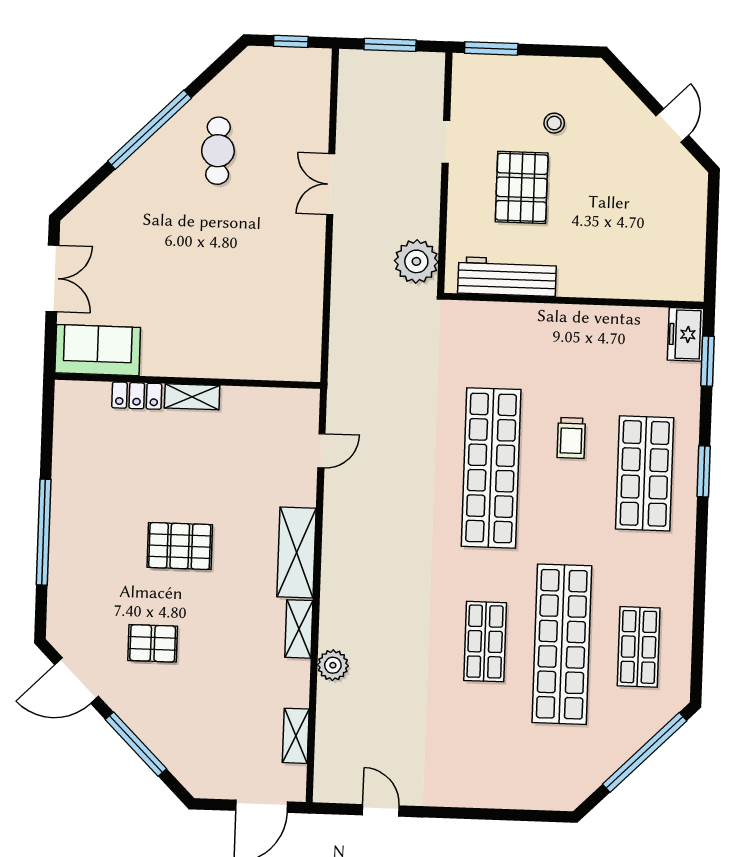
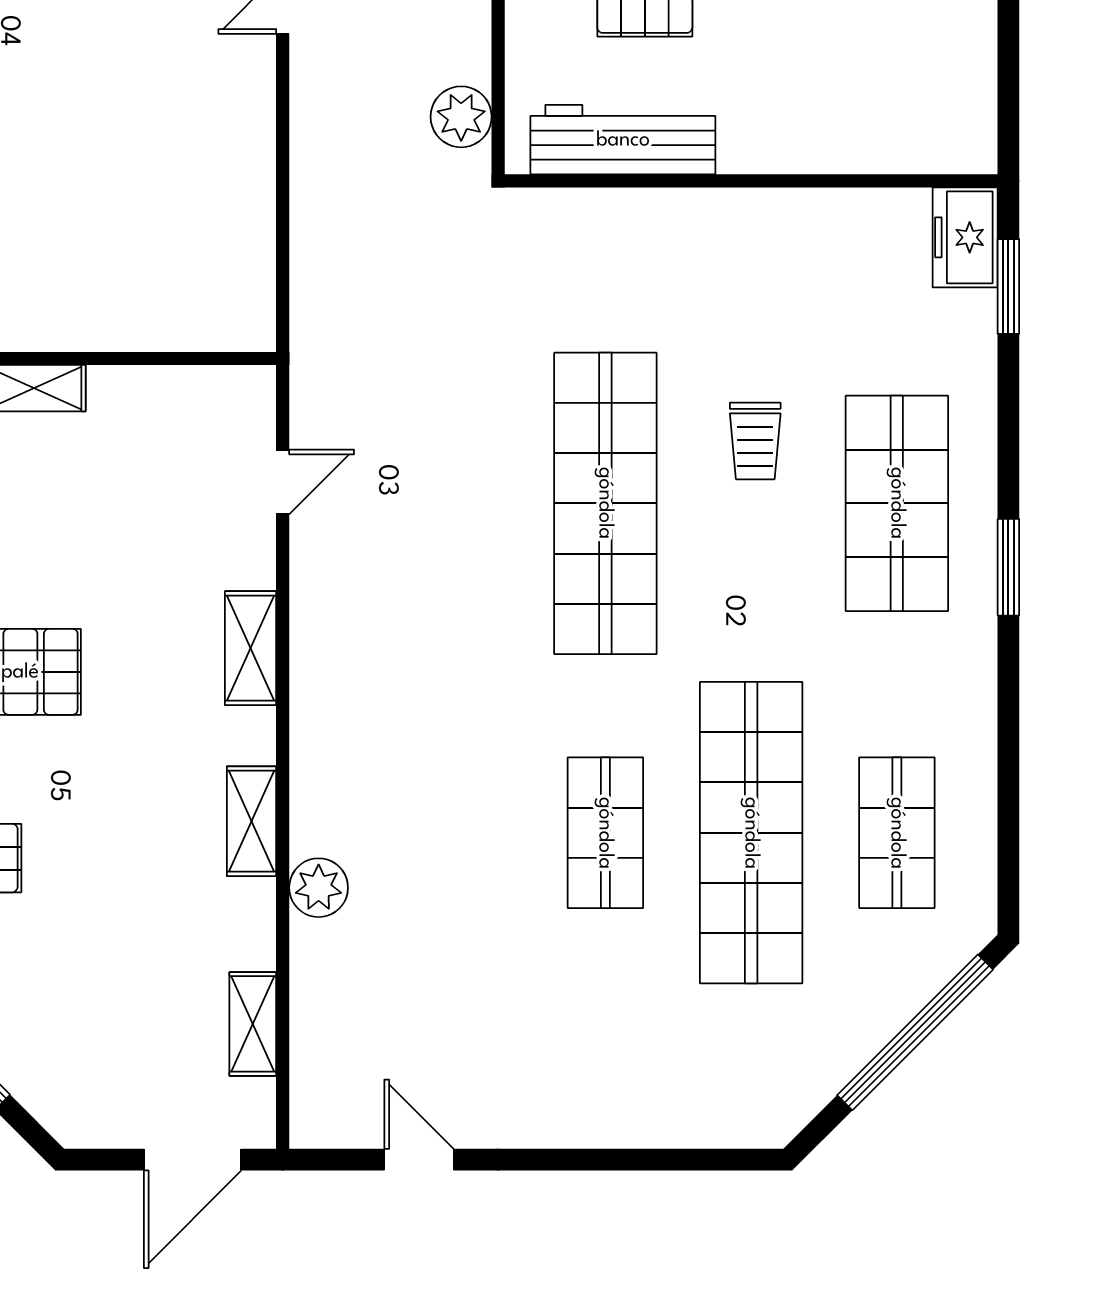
plant: (416, 261) -> (461, 117), width x0.73, depth x0.73
window: (704, 471) -> (1008, 567), moved
shelving: (296, 553) -> (251, 648), width x0.67, depth x0.75

